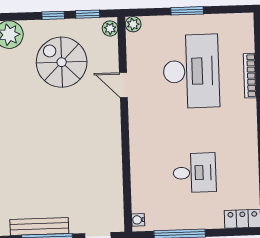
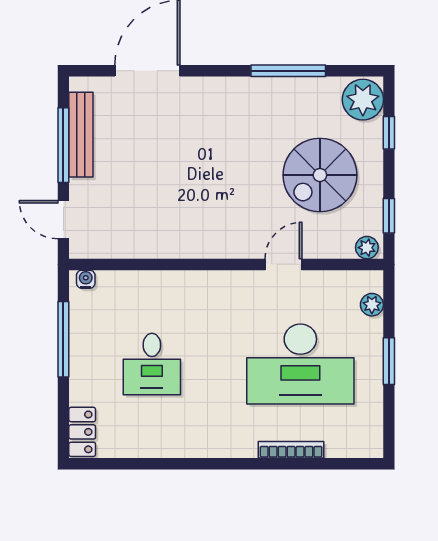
window: (53, 15) -> (389, 133), moved
plant: (133, 24) -> (372, 305), moved
spiral stairs: (62, 62) -> (320, 175), turned 180

